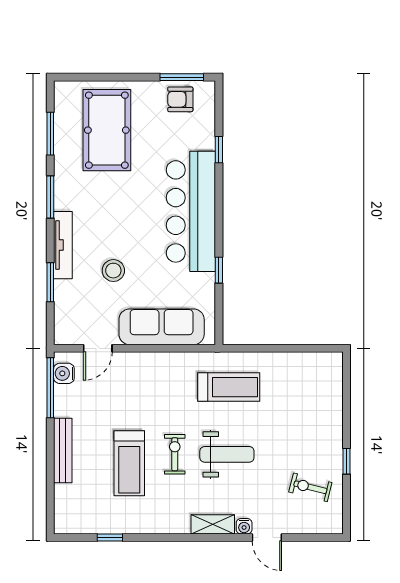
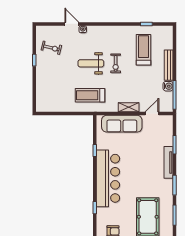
stool: (113, 271) -> (145, 150), removed
water cooler: (64, 373) -> (168, 86), moved
treadmill: (129, 463) -> (144, 50), moved
shelving: (213, 524) -> (129, 107), moved

